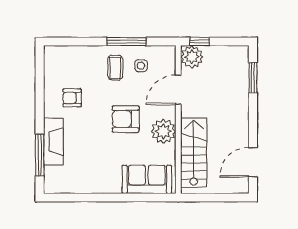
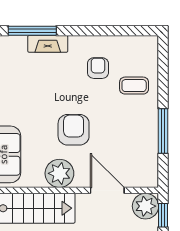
side table: (141, 66) -> (135, 148), removed
coffee table: (115, 68) -> (134, 86), moved
fireplace: (53, 141) -> (48, 44), width x0.73, depth x0.76

